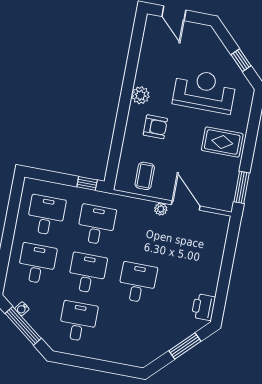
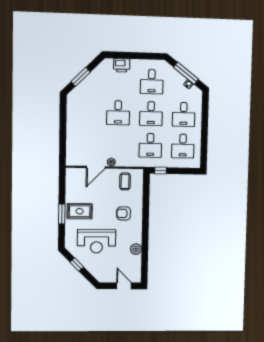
plant: (140, 95) -> (136, 249), moved
window: (242, 187) -> (62, 214), moved
door: (186, 205) -> (96, 167), hinge flipped
printer: (203, 307) -> (122, 65), moved, turned 90

